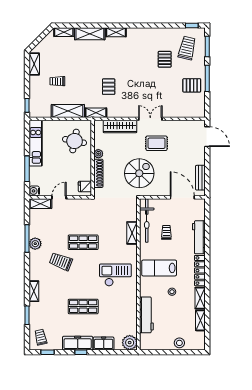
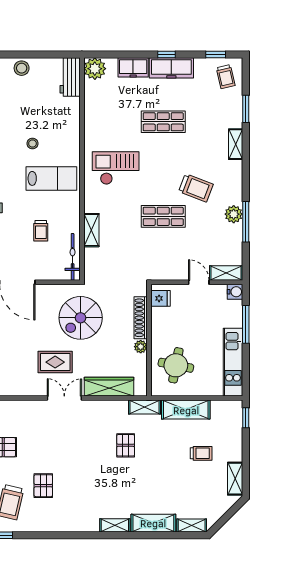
double door: (150, 119) -> (64, 398), swing flipped
door: (59, 197) -> (199, 282), swing flipped
bicycle: (147, 221) -> (73, 257), width x0.73, depth x0.71
checkout: (115, 275) -> (116, 168), turned 180
workbench: (146, 315) -> (70, 77), moved, width x0.73

